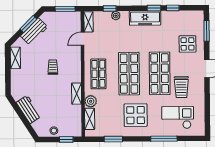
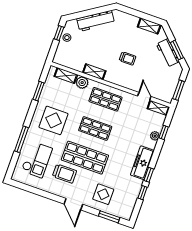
shop shelf: (129, 74) -> (95, 128), width x0.70, depth x0.74
trolley: (181, 87) -> (64, 174), turned 180
workbench: (29, 109) -> (96, 21), width x1.38
window: (66, 139) -> (59, 33), moved

